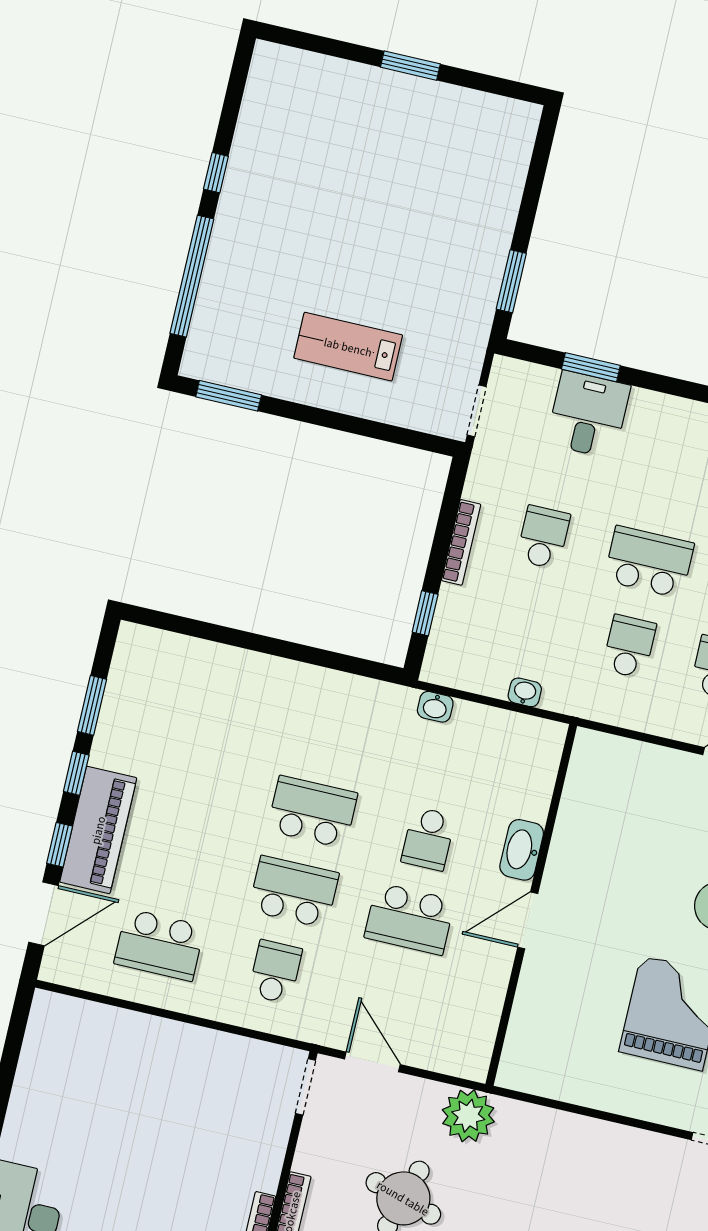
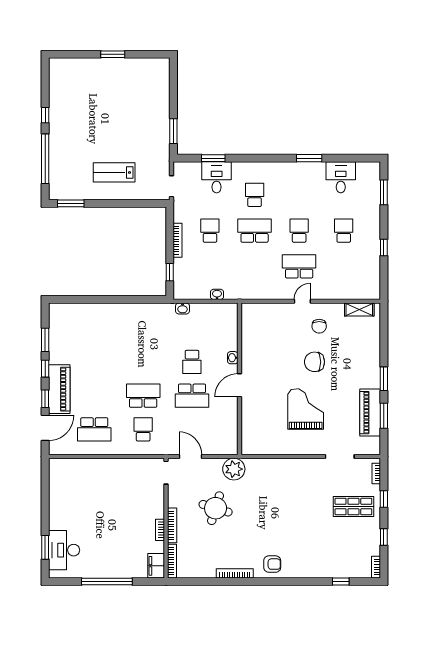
school desk: (629, 647) -> (255, 195), moved
school desk: (312, 812) -> (143, 362), removed
washbasin: (522, 850) -> (233, 358), width x0.52, depth x0.69

